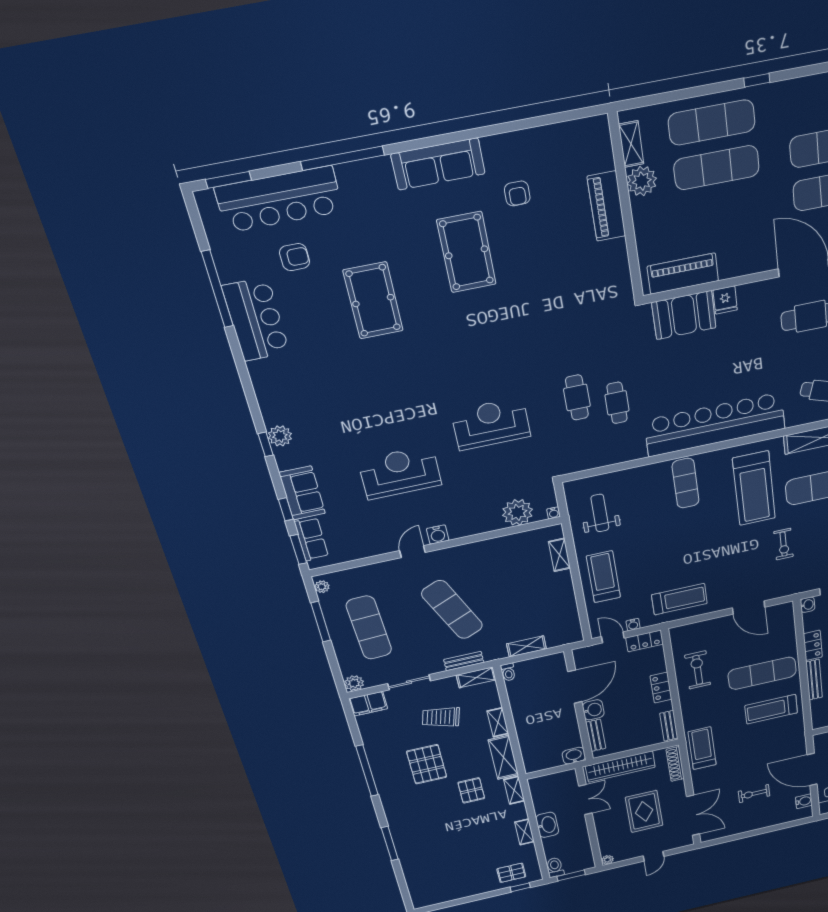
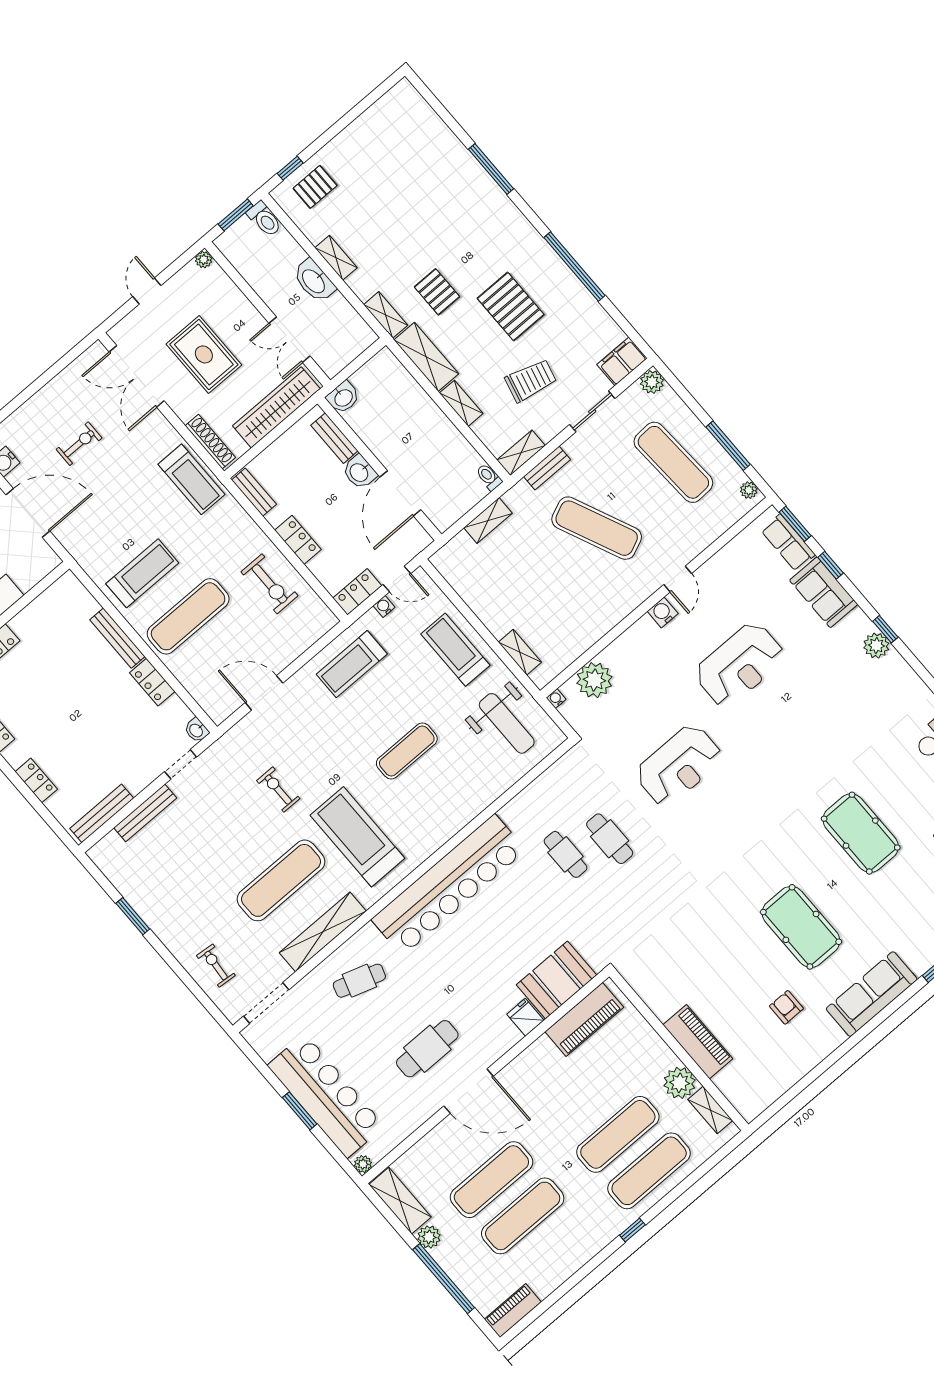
exercise mat: (686, 483) -> (407, 751), moved, turned 90
weight bench: (600, 513) -> (507, 723), width x1.36, depth x1.33
treadmill: (603, 577) -> (455, 650), turned 180

